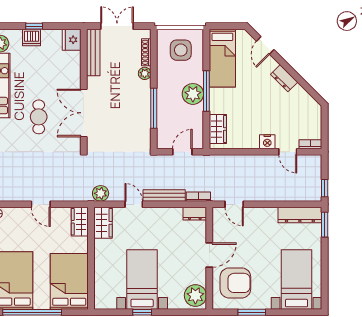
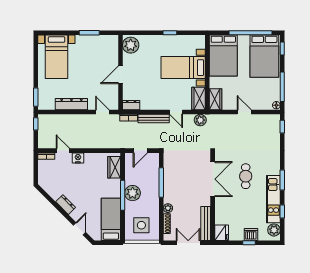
double door: (117, 26) -> (188, 243), swing flipped
dresser: (300, 215) -> (71, 104), moved
bed with nightstands: (142, 279) -> (183, 68), moved, turned 90
armchair: (235, 283) -> (101, 54), removed

